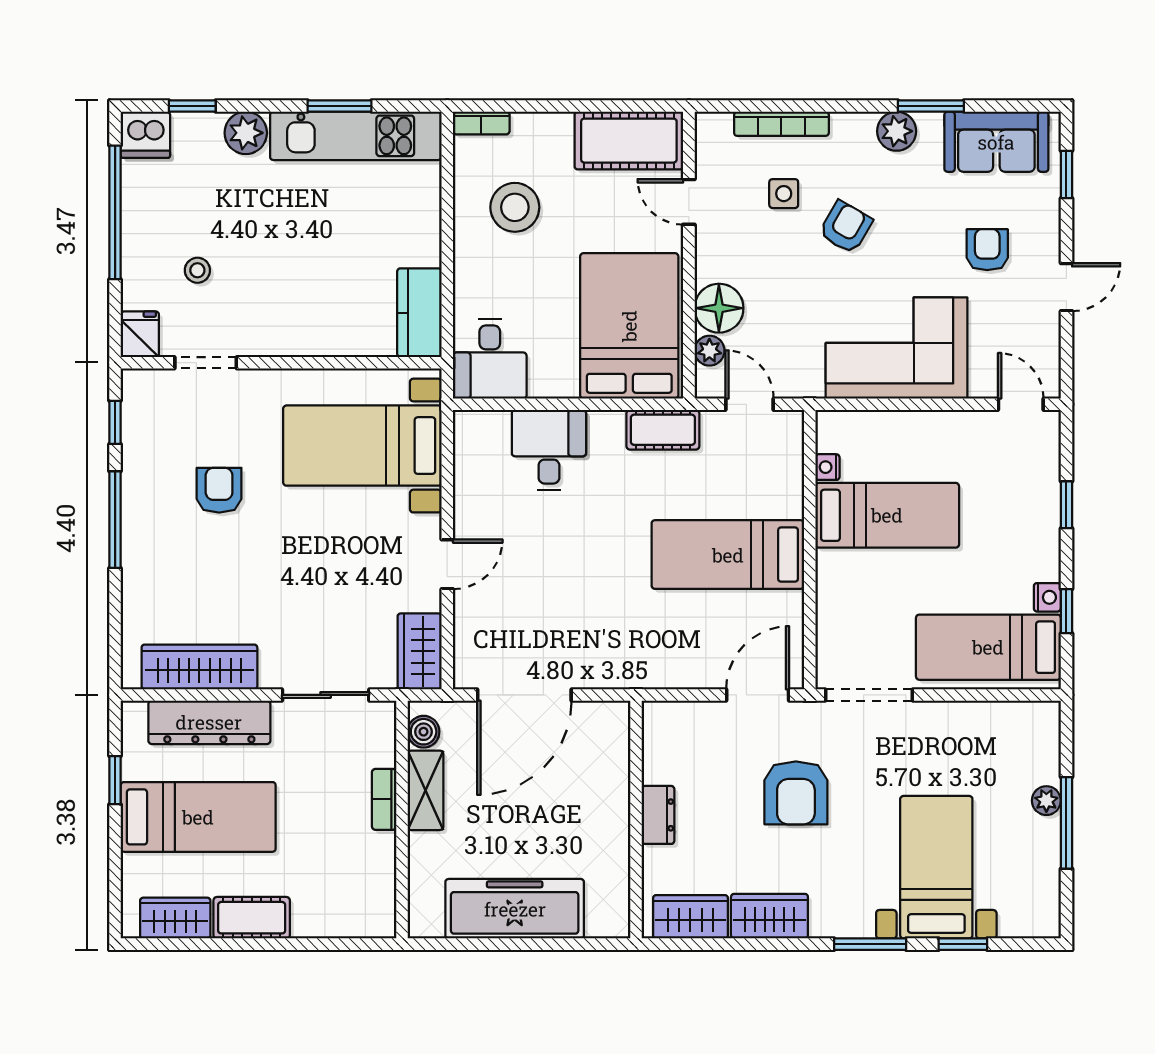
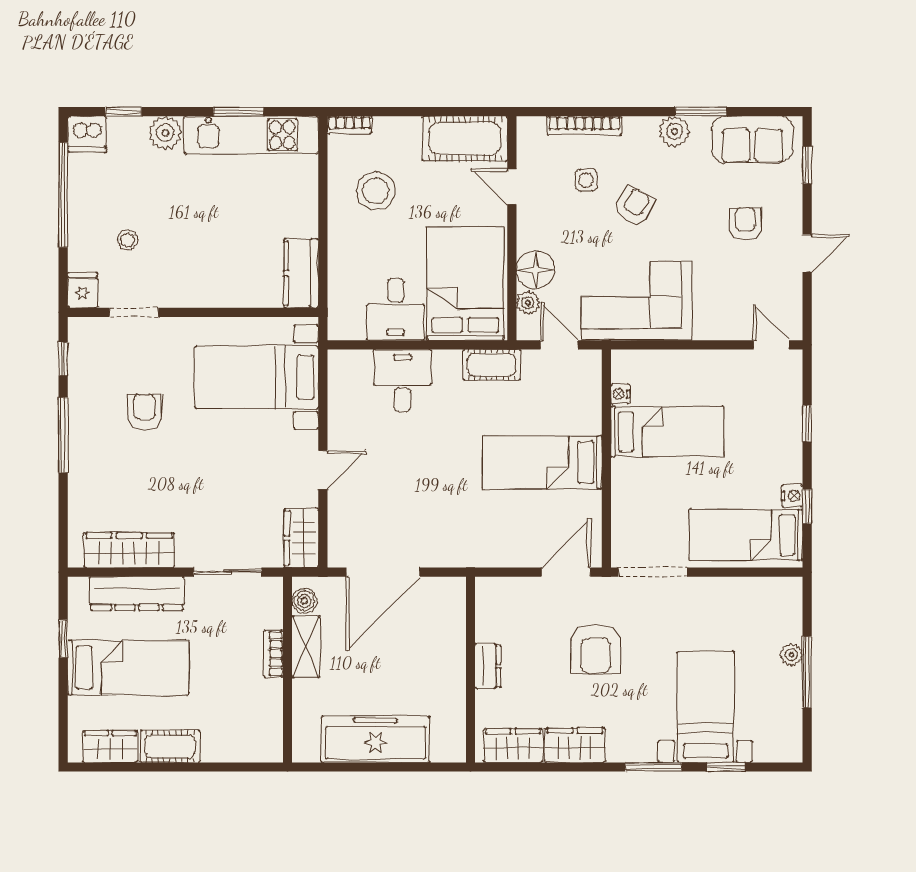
corner sofa: (897, 348) -> (637, 301), moved
desk: (490, 359) -> (396, 309), moved

